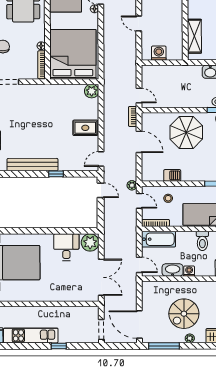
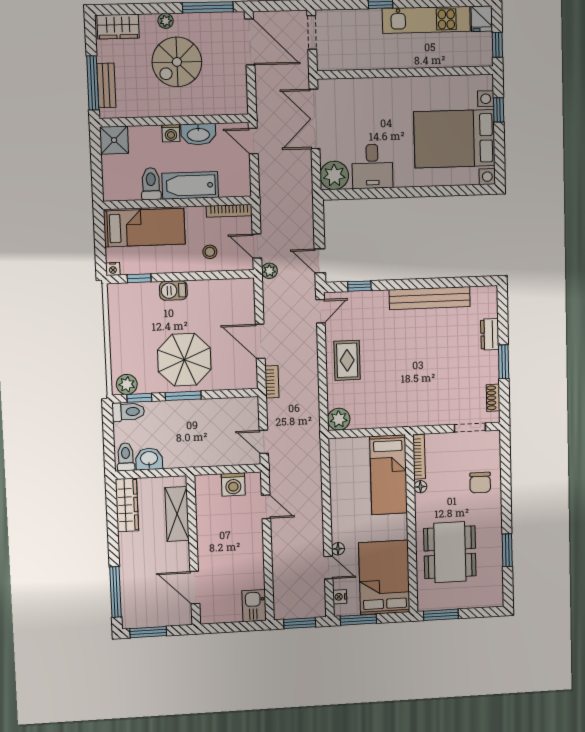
door: (139, 23) -> (266, 507), moved
bed: (73, 54) -> (389, 475), width x0.49
door: (139, 96) -> (264, 442), moved
window: (188, 110) -> (183, 396), added
rug: (85, 128) -> (347, 360), turned 90
window: (56, 174) -> (359, 286), moved
barbecue: (172, 175) -> (173, 291), moved
bathtub: (158, 239) -> (190, 185), moved
spiral stairs: (184, 314) -> (177, 62), turned 180

